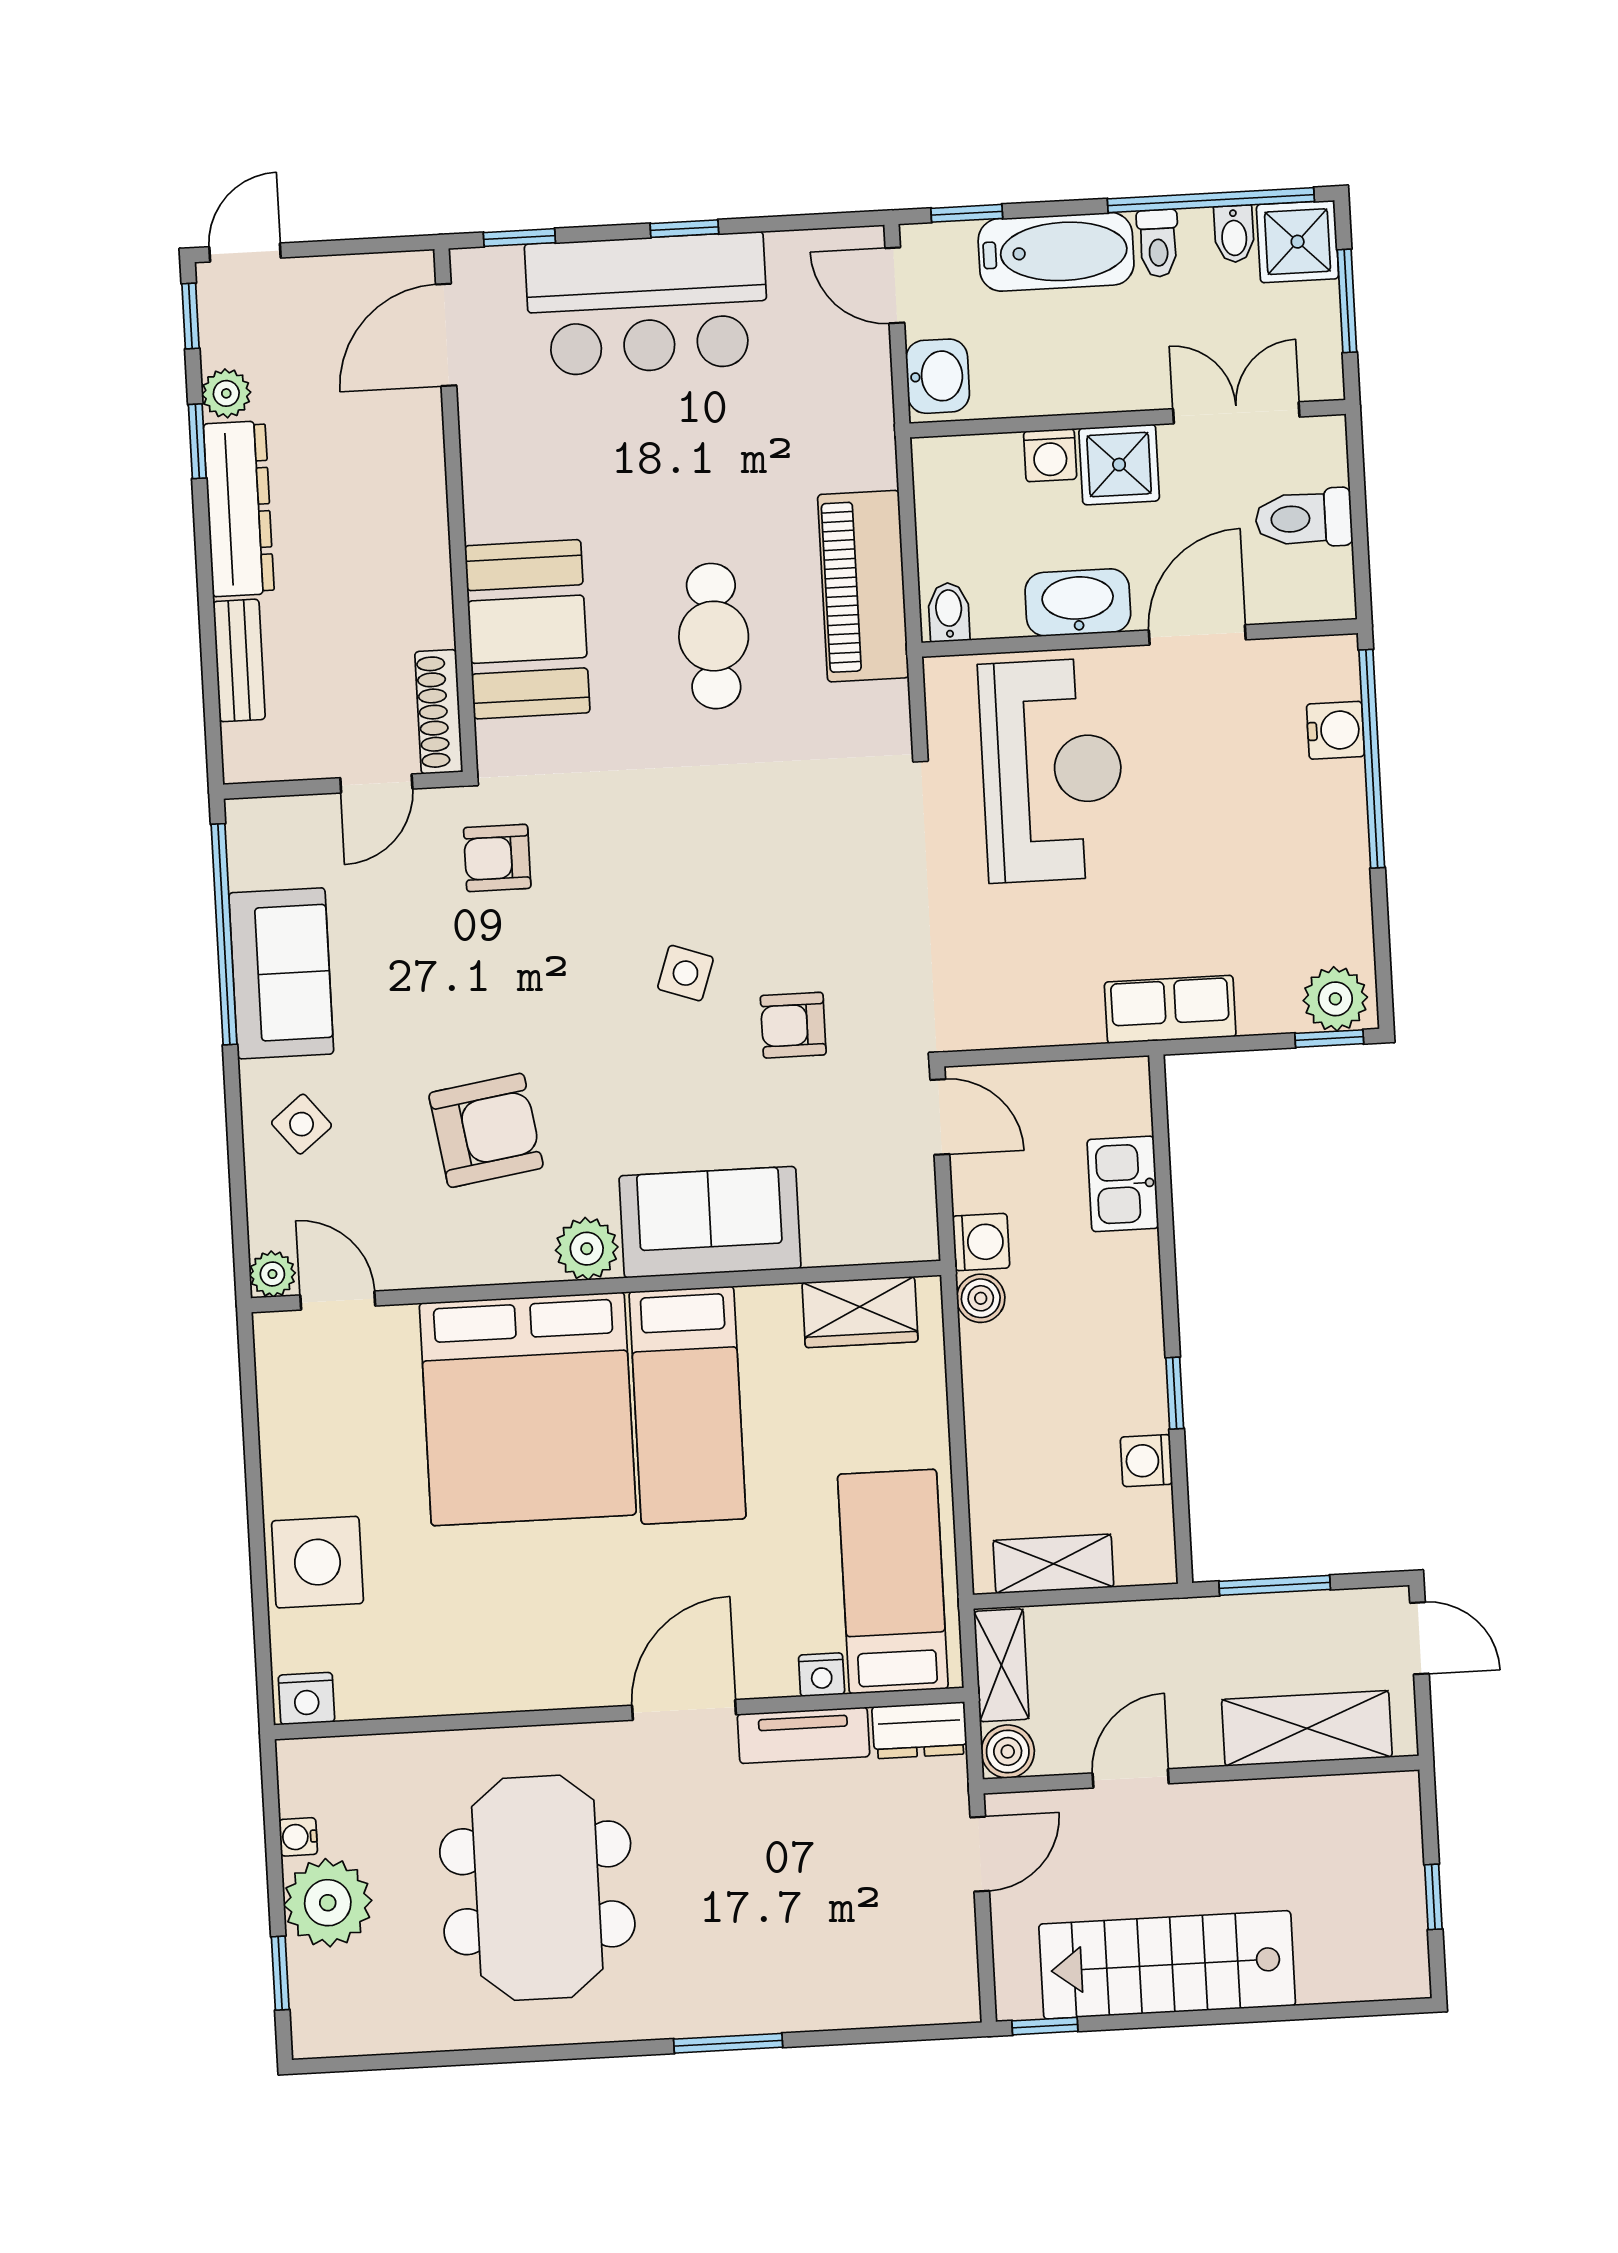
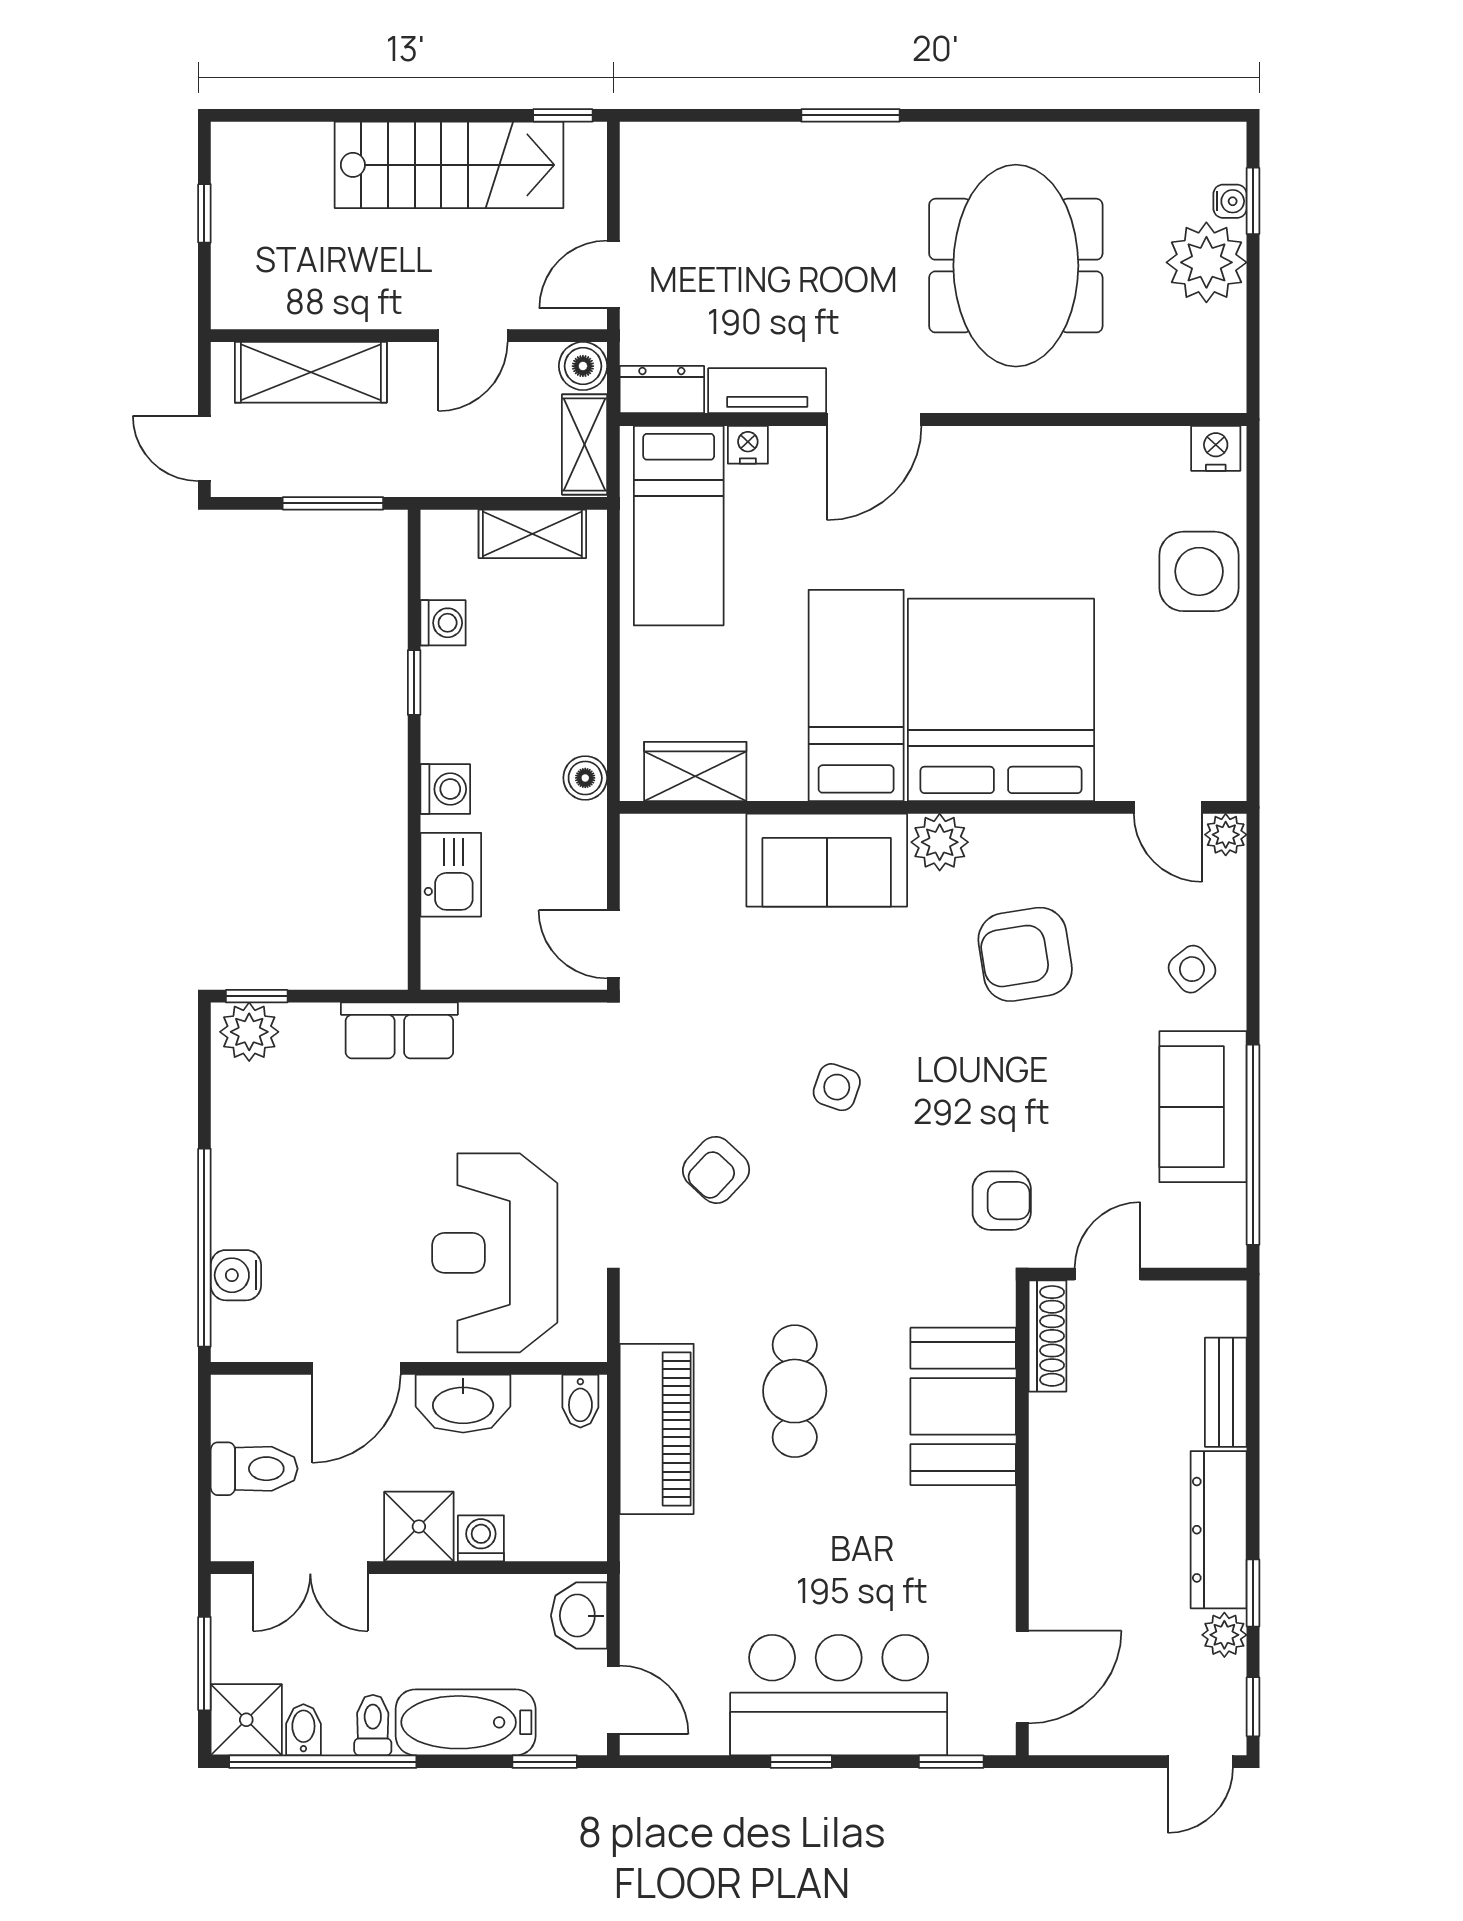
armchair: (793, 1025) -> (716, 1170), moved, turned 133
washing machine: (981, 1242) -> (445, 789), moved, turned 180
water cooler: (298, 1837) -> (1230, 201), moved

